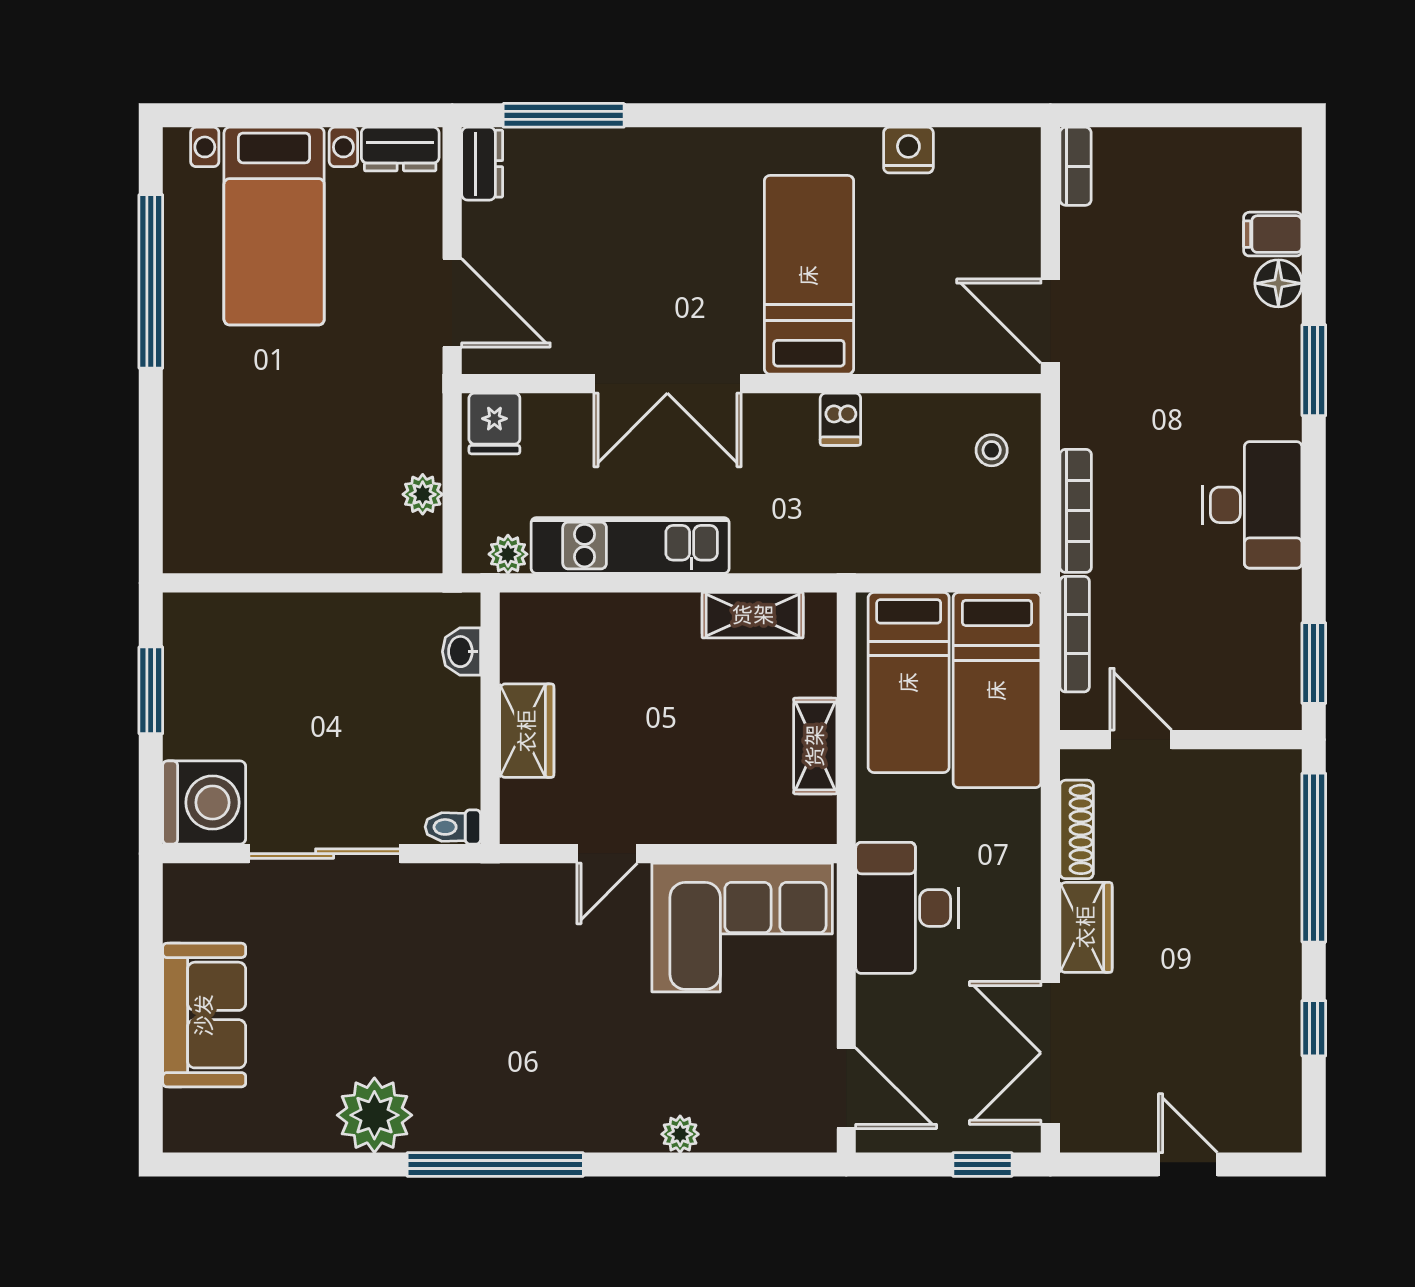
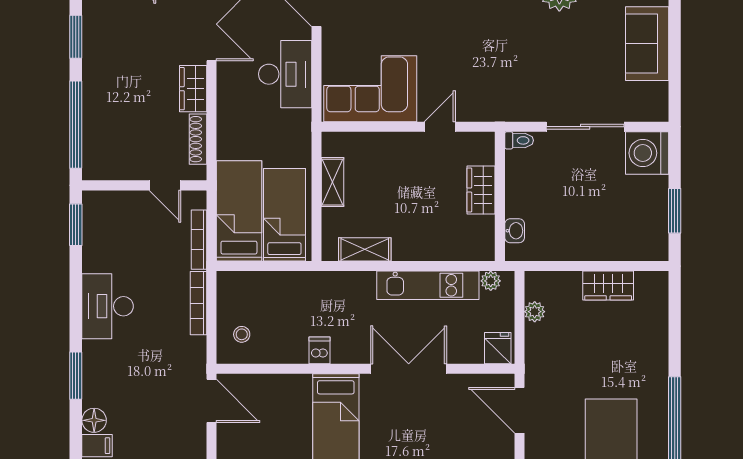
wardrobe: (280, 545) -> (608, 286), added
desk: (907, 908) -> (285, 74), moved
window: (1314, 1028) -> (76, 37), width x1.50

